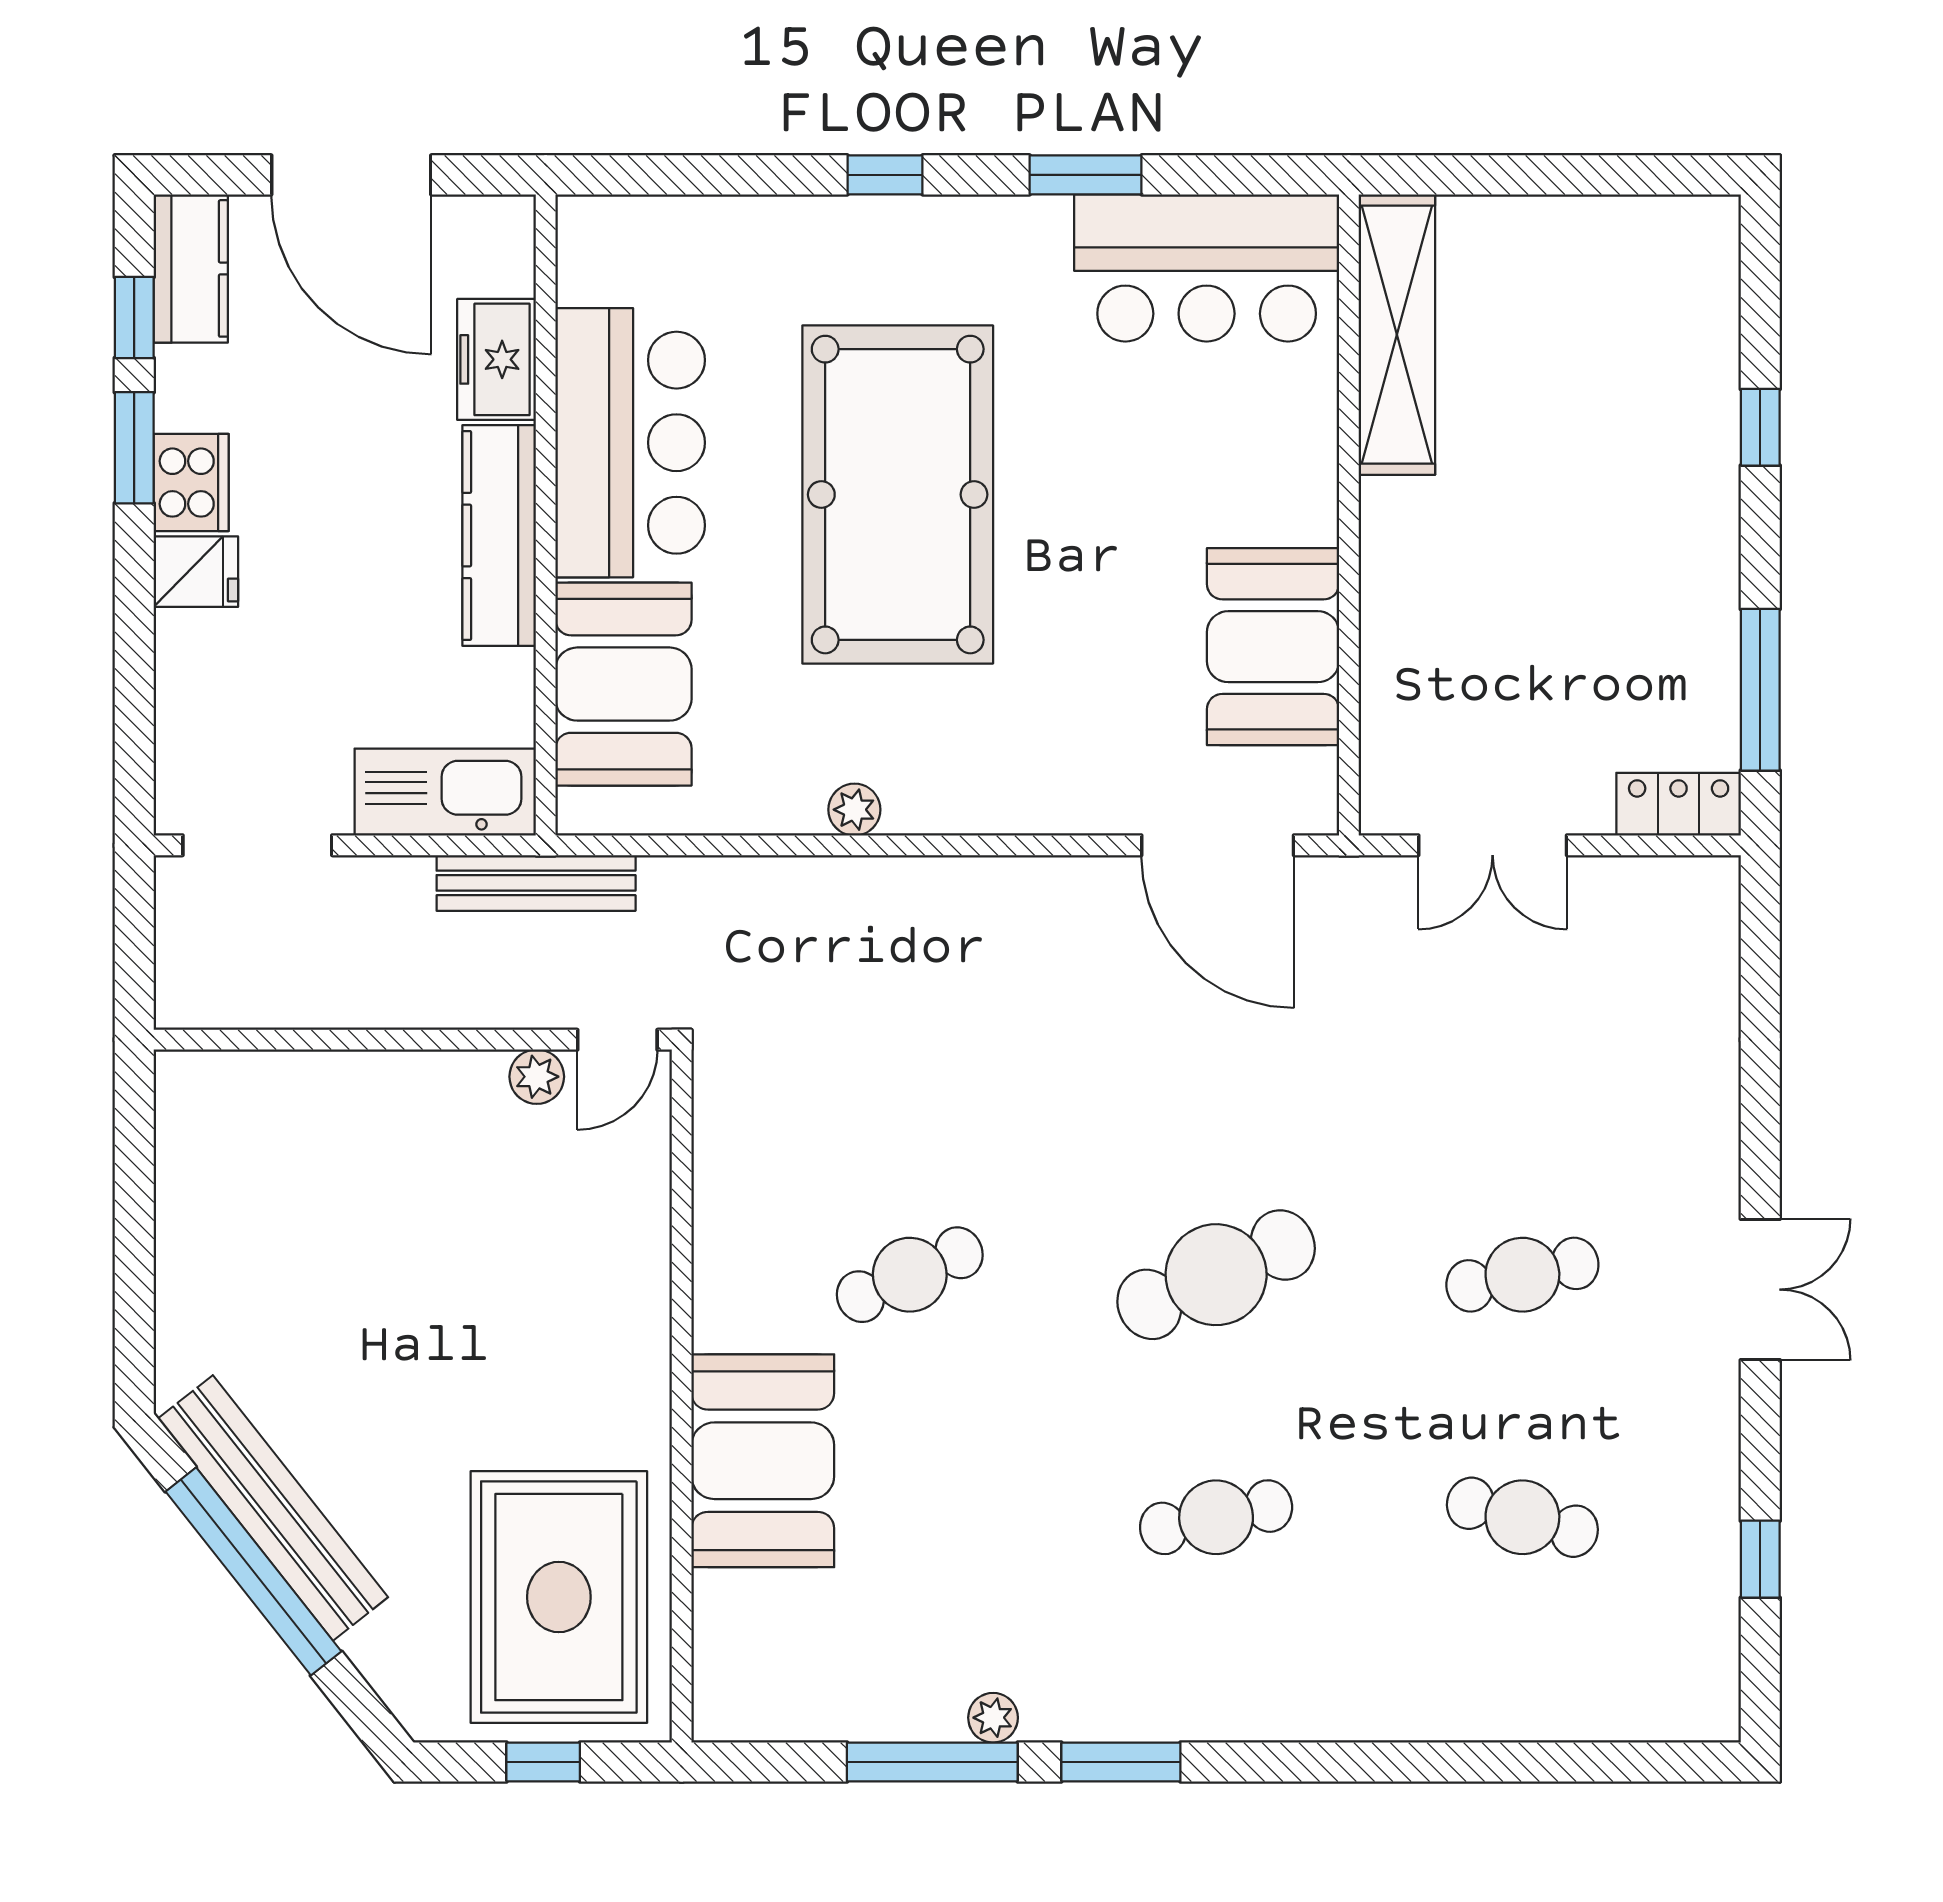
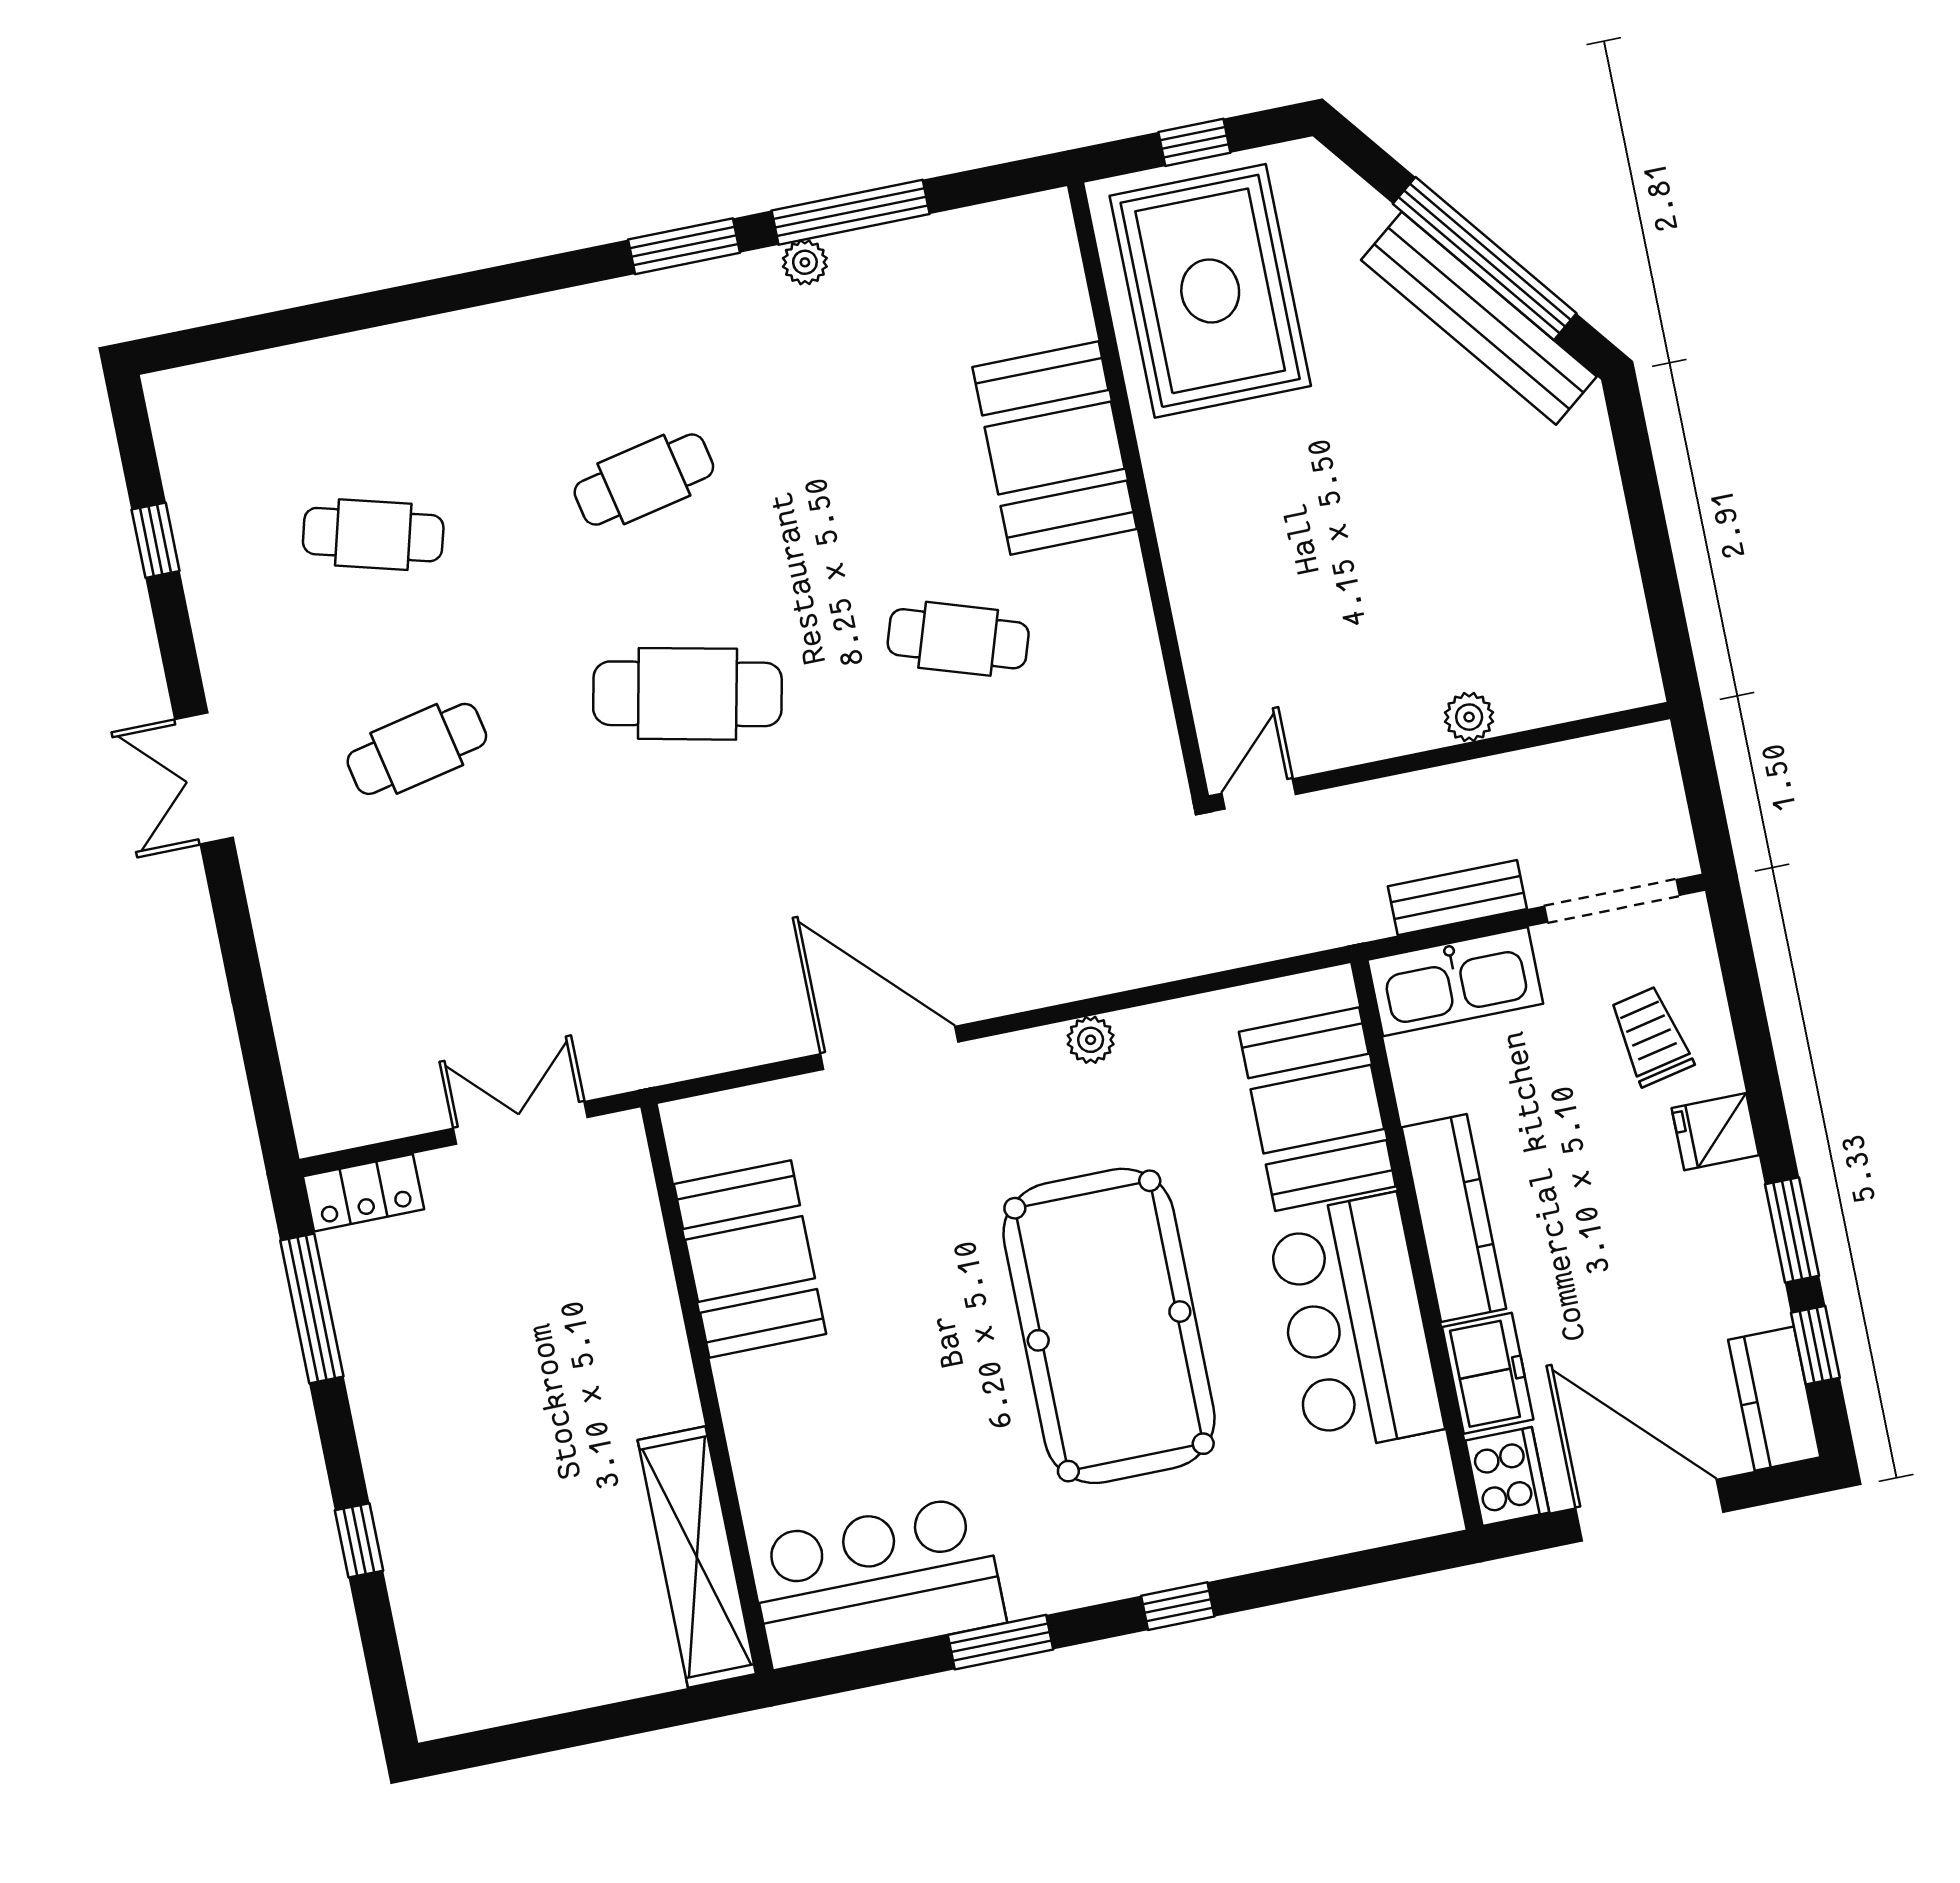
cooker: (191, 483) -> (1507, 1477), moved, turned 180
trolley: (245, 690) -> (1651, 1036), added
door: (1218, 845) -> (889, 1048), moved
bench: (536, 883) -> (1457, 898), moved, width x0.73
plant: (537, 1077) -> (1469, 717), moved
cafe table: (910, 1275) -> (958, 639), turned 42
cafe table: (1216, 1275) -> (687, 694), turned 36

